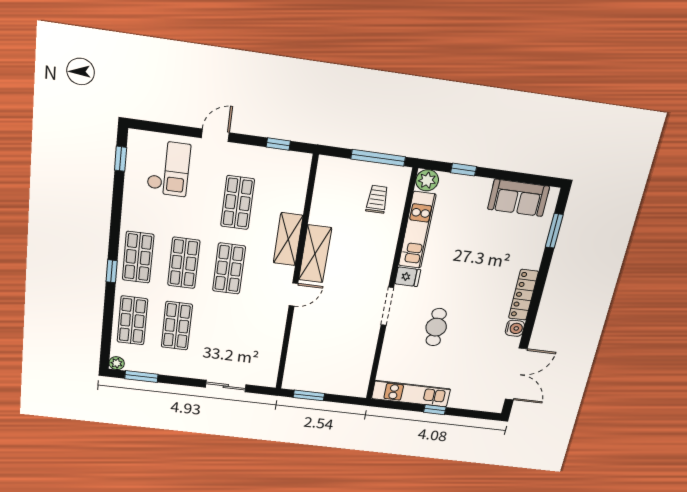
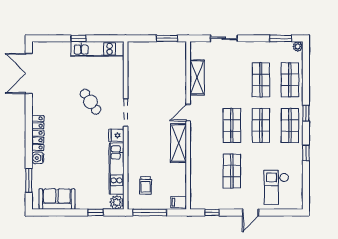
window: (121, 159) -> (306, 153), moved
filing cabinet: (329, 167) -> (179, 202), added
shelving: (288, 239) -> (197, 77), moved
cafe table: (436, 327) -> (91, 102), turned -35
water cooler: (515, 328) -> (38, 158), moved

